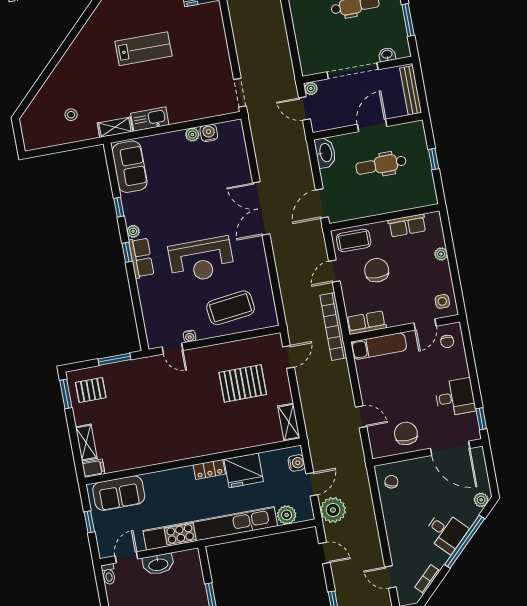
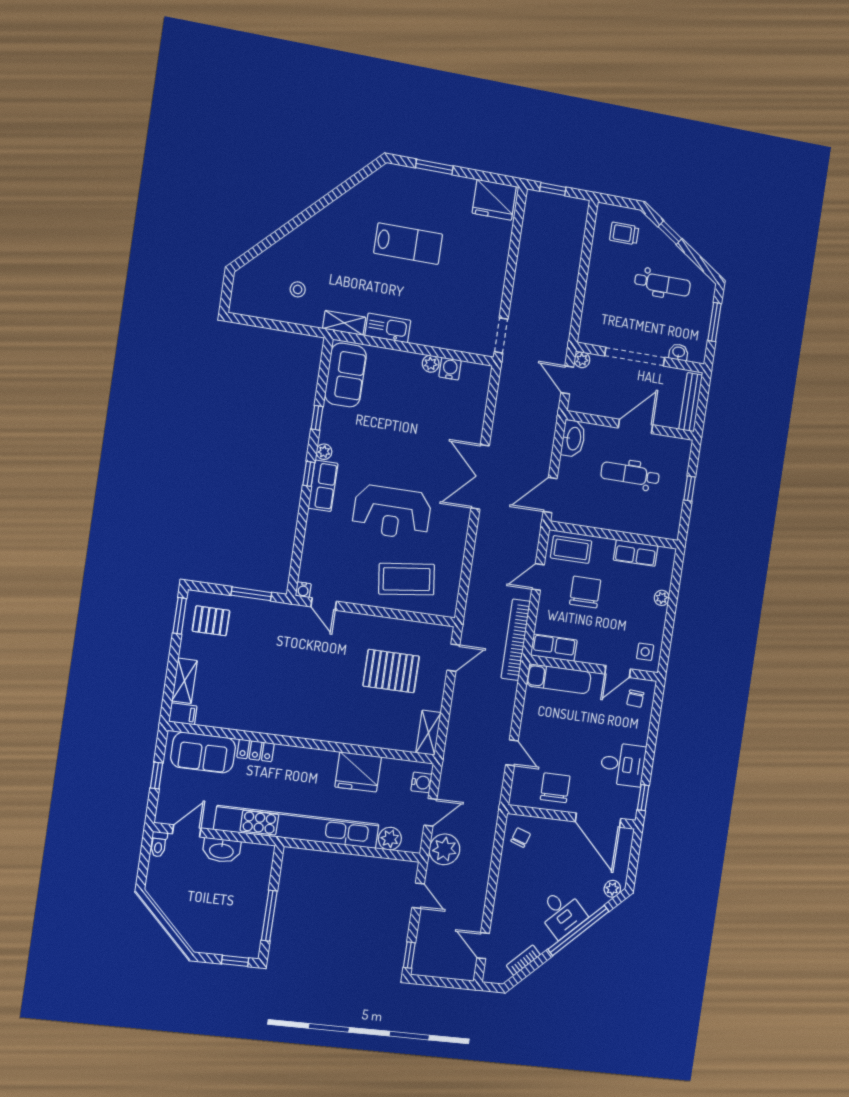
water cooler: (190, 336) -> (303, 590), moved
locker: (209, 469) -> (256, 750), moved

